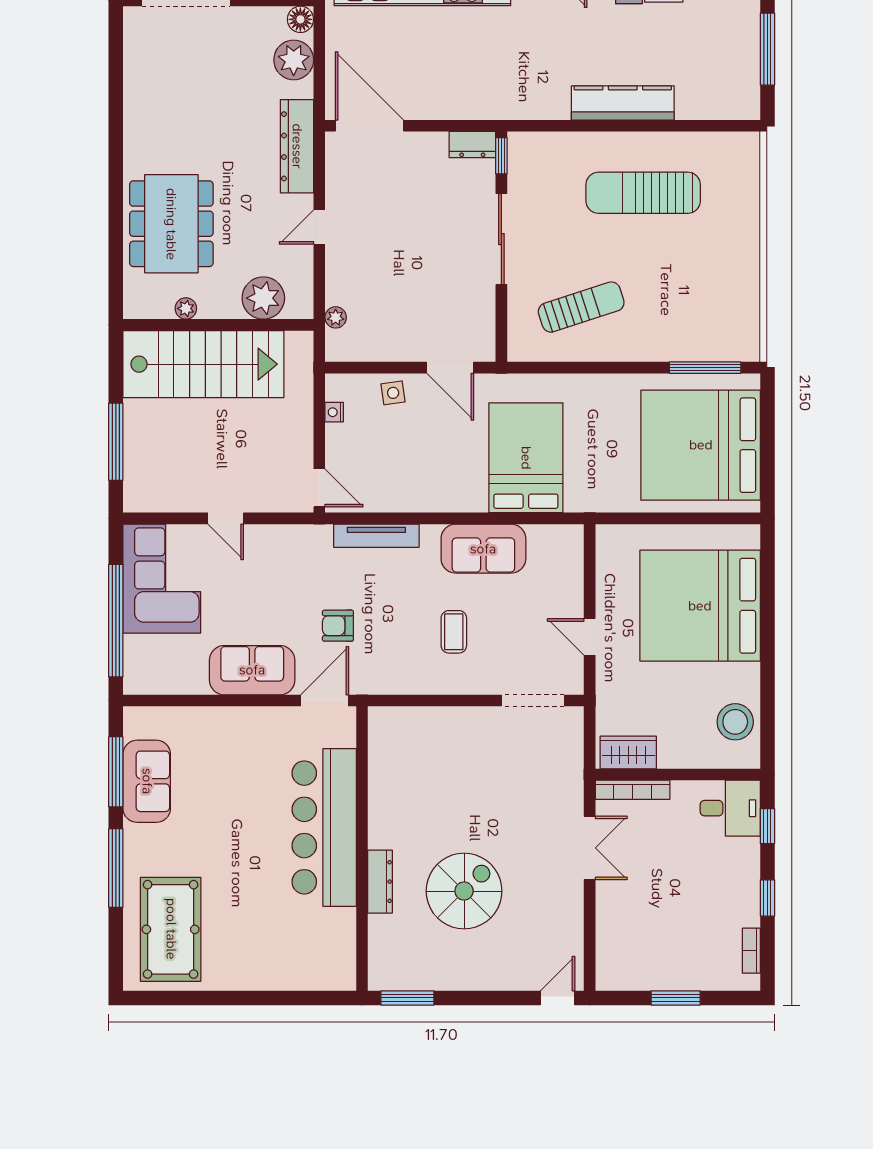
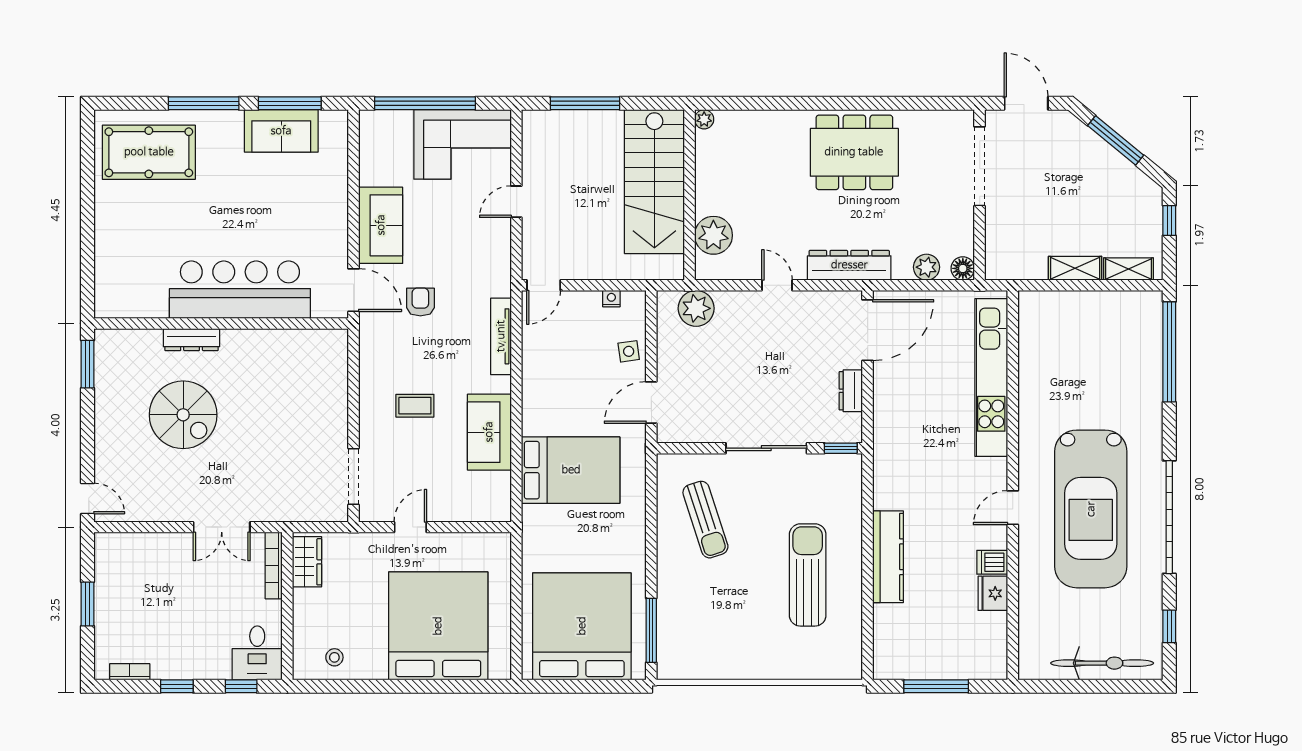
plant: (294, 60) -> (926, 267), width x0.73, depth x0.73
dresser: (472, 145) -> (851, 391), moved
dining table: (171, 224) -> (854, 152), moved
plant: (186, 308) -> (704, 119), moved
plant: (336, 317) -> (696, 308), width x1.87, depth x1.87
stool: (735, 722) -> (334, 657), width x0.53, depth x0.53

